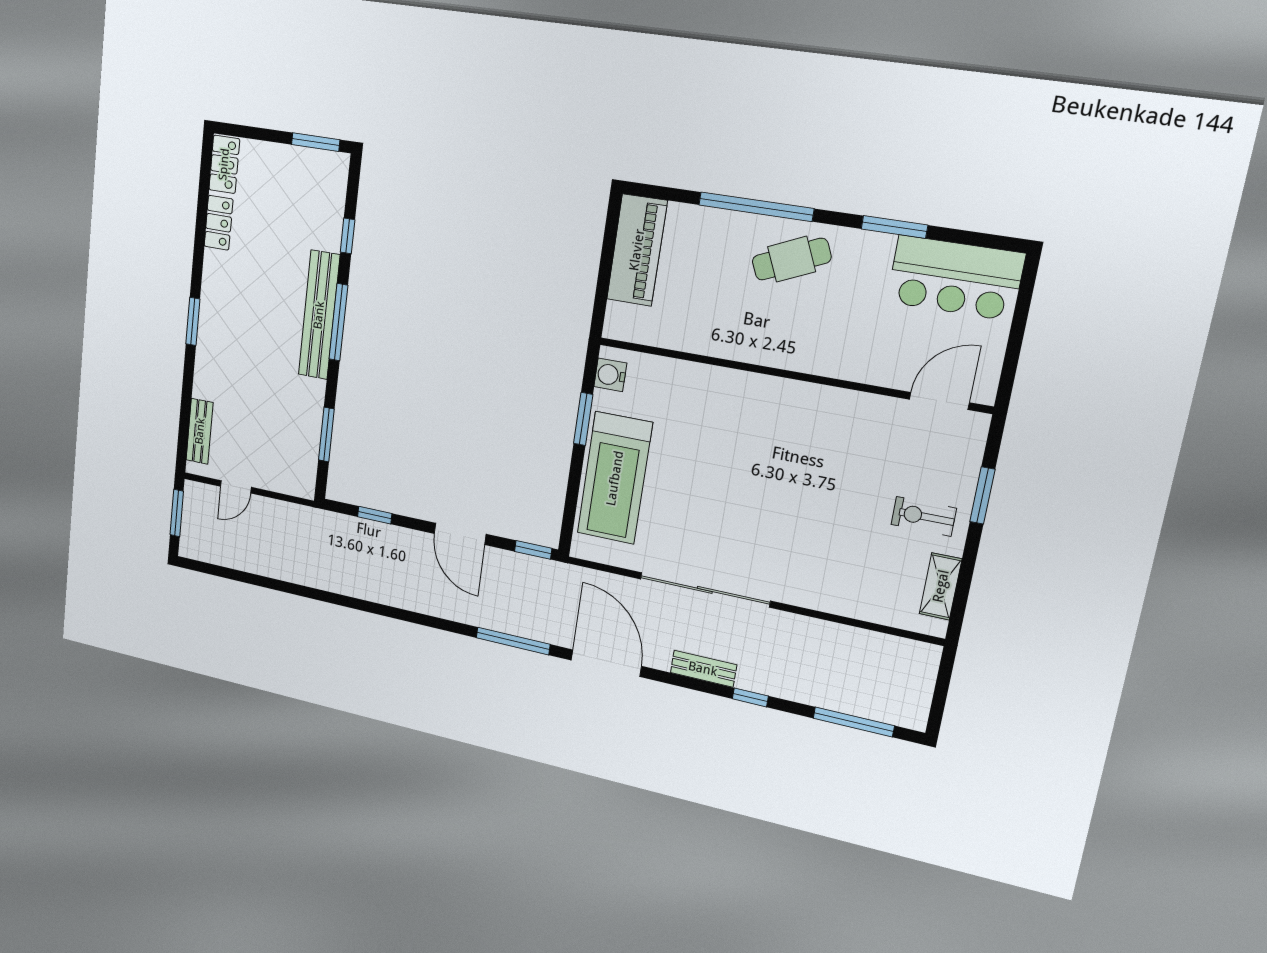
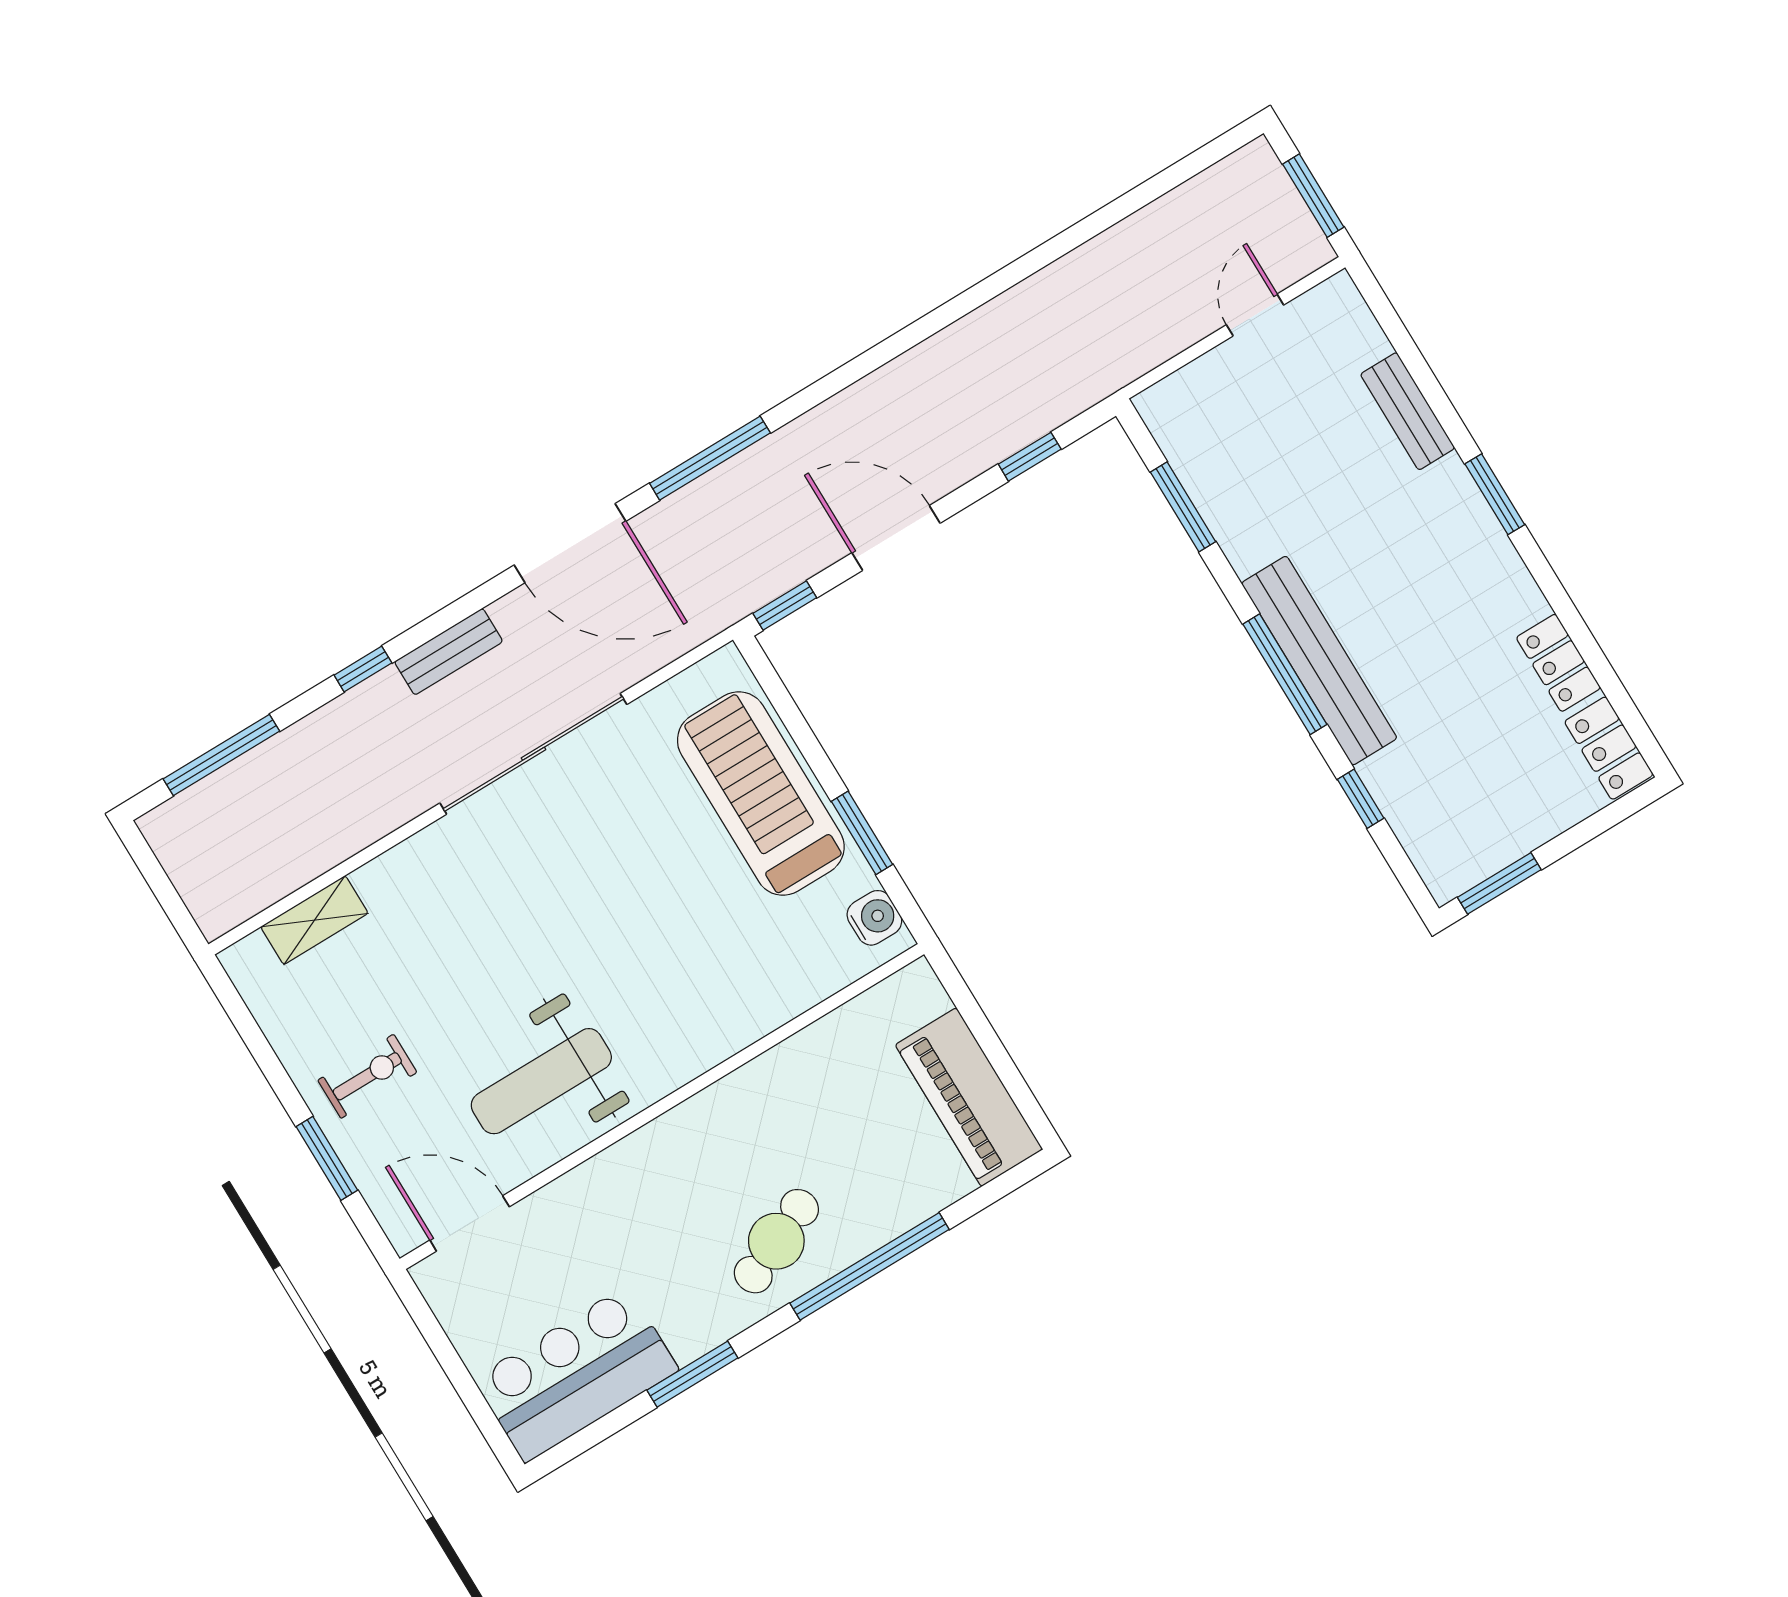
door: (939, 401) -> (470, 1223), swing flipped
bench: (200, 431) -> (1408, 411), moved
weight bench: (839, 438) -> (541, 1081), added
shelving: (941, 586) -> (314, 920), moved, turned 90

